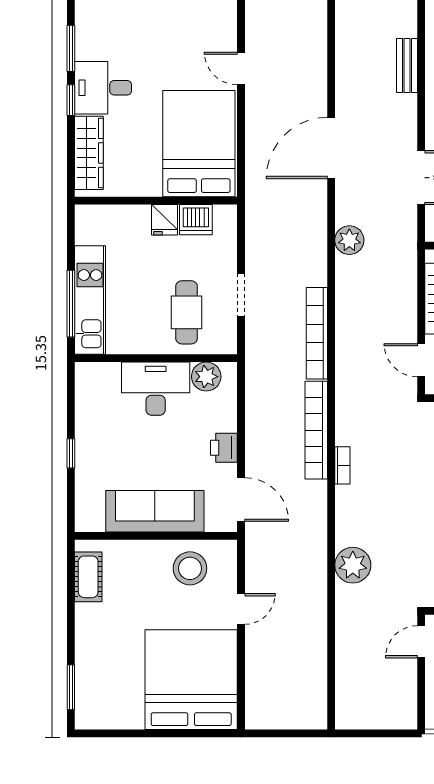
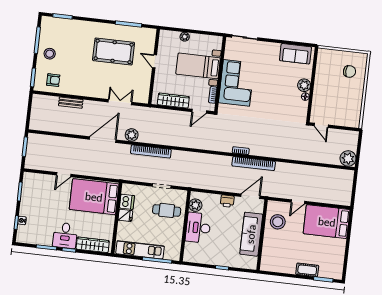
door: (331, 148) -> (103, 140), swing flipped
plant: (349, 240) -> (132, 135), moved
kitchen unit: (90, 300) -> (140, 250), moved
bookcase: (317, 333) -> (151, 151), moved
bookcase: (316, 430) -> (254, 164), moved
plant: (353, 565) -> (348, 158), moved
cot: (88, 577) -> (307, 270), moved
door: (241, 609) -> (298, 202), swing flipped
bed: (191, 680) -> (327, 222), width x0.73

